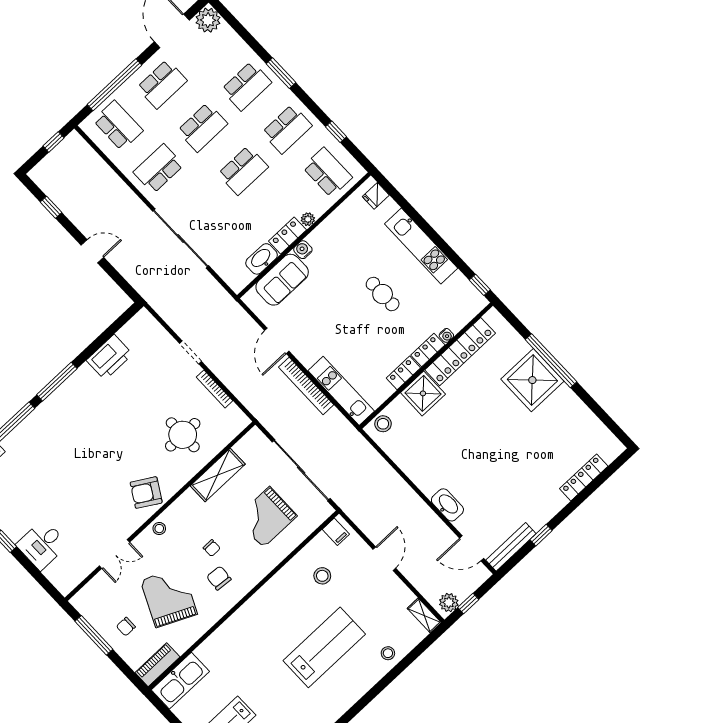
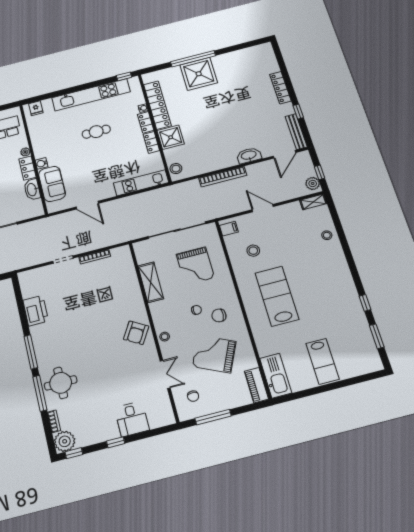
kitchen unit: (421, 246) -> (91, 95), width x1.36
bookcase: (306, 386) -> (223, 177), moved
round table: (183, 435) -> (61, 383), moved
locker: (584, 477) -> (280, 88), moved
chair: (126, 627) -> (193, 396), moved
lab bench: (324, 647) -> (277, 296), moved

